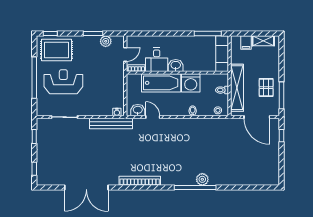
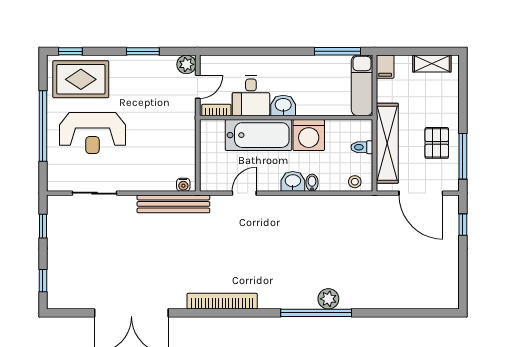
plant: (106, 41) -> (186, 64), moved
filing cabinet: (246, 43) -> (385, 67), moved
reception desk: (63, 82) -> (92, 133), turned 180
washbasin: (138, 110) -> (293, 181), moved
door: (153, 117) -> (244, 193), hinge flipped

